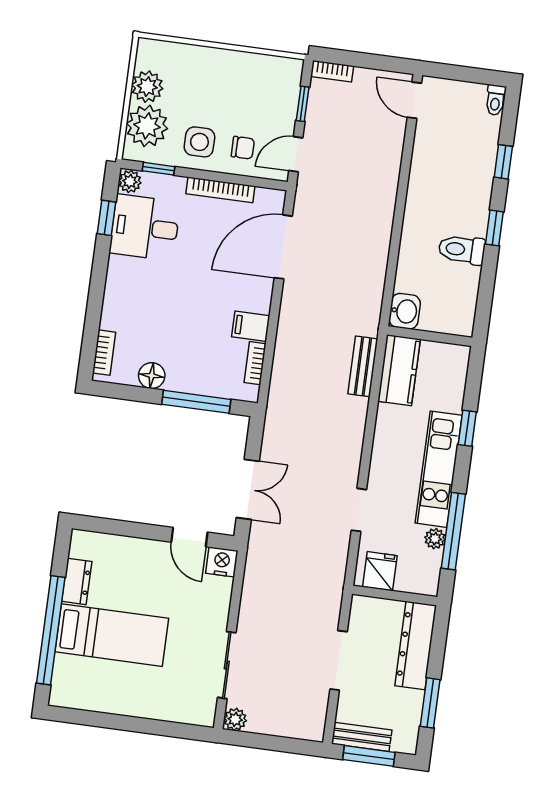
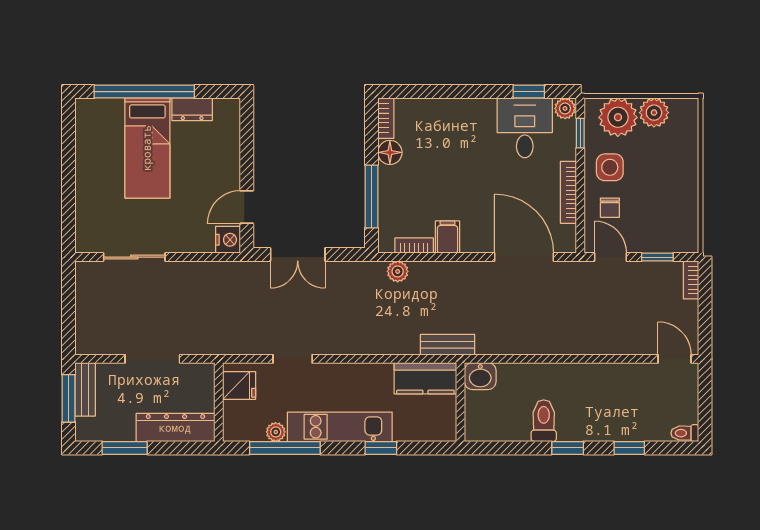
door: (414, 100) -> (675, 359), hinge flipped
bookcase: (104, 353) -> (386, 118), moved, turned -90
bench: (363, 366) -> (448, 345), moved
plant: (235, 719) -> (398, 271), moved

